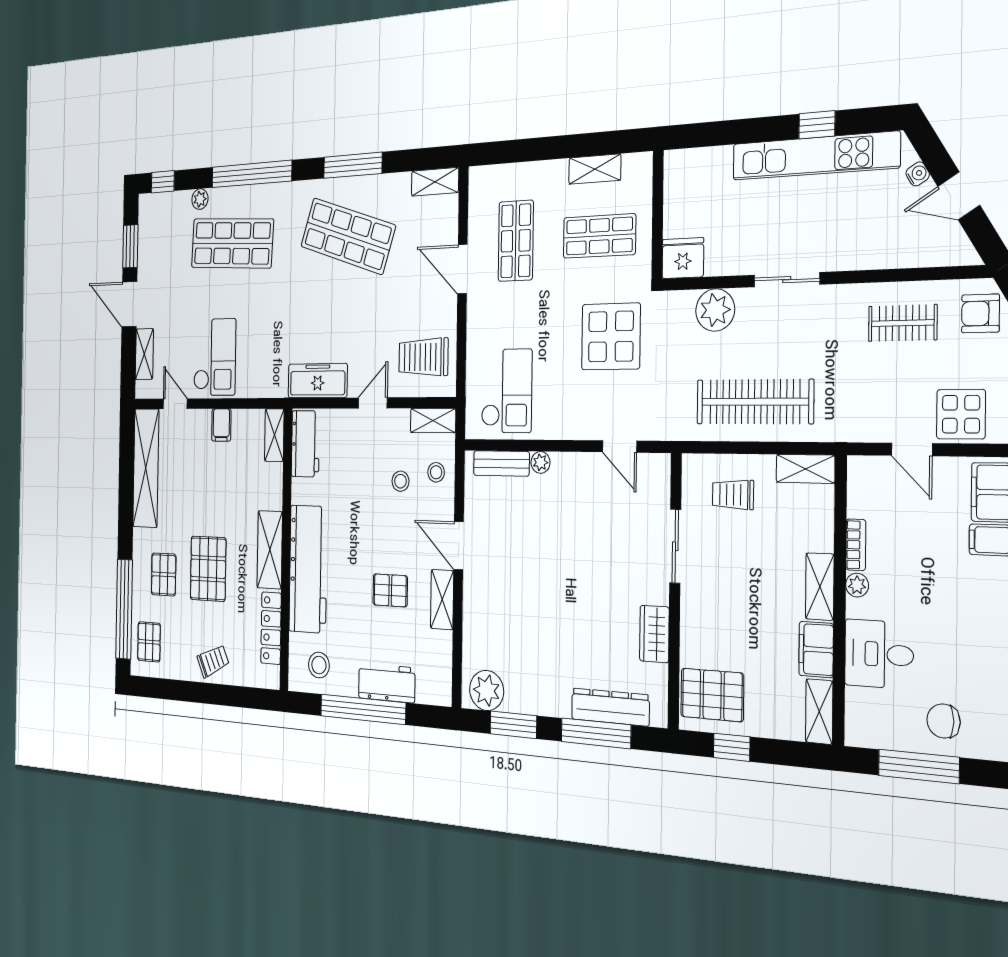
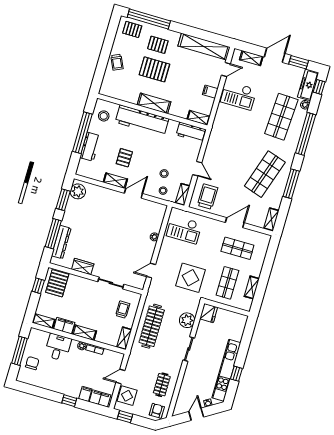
freezer: (318, 381) -> (308, 85), moved, turned 180
bench: (501, 463) -> (158, 220), removed
locker: (271, 628) -> (123, 96), removed

